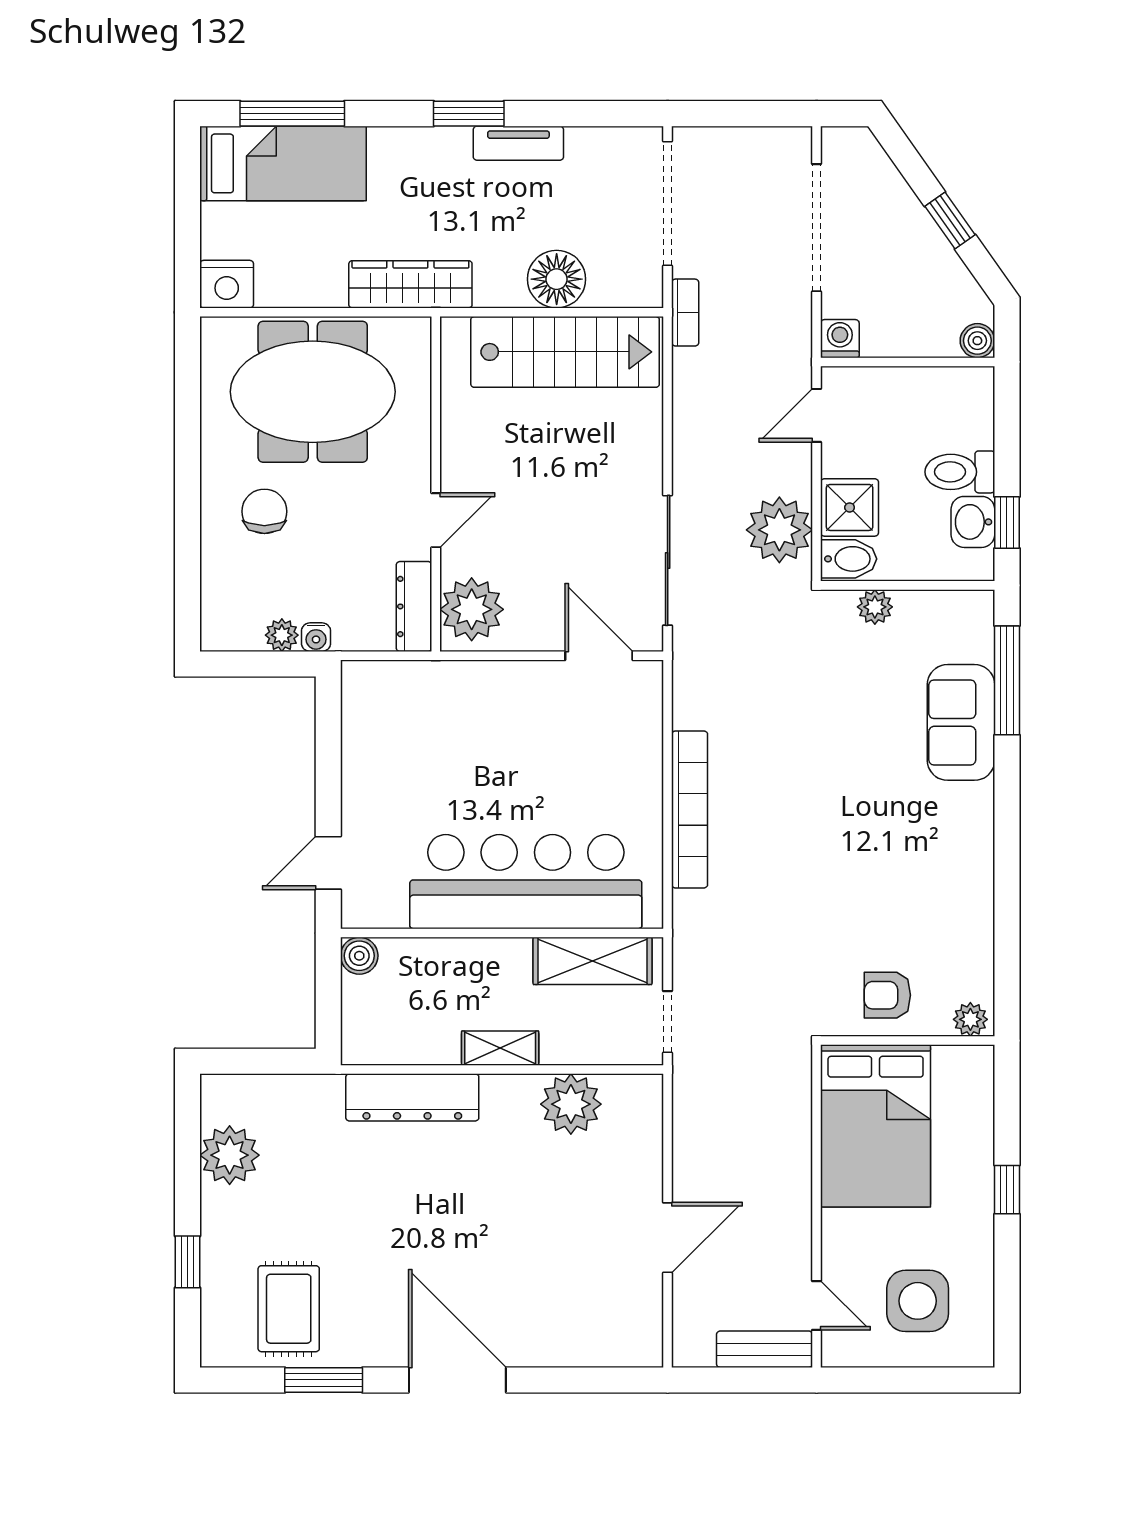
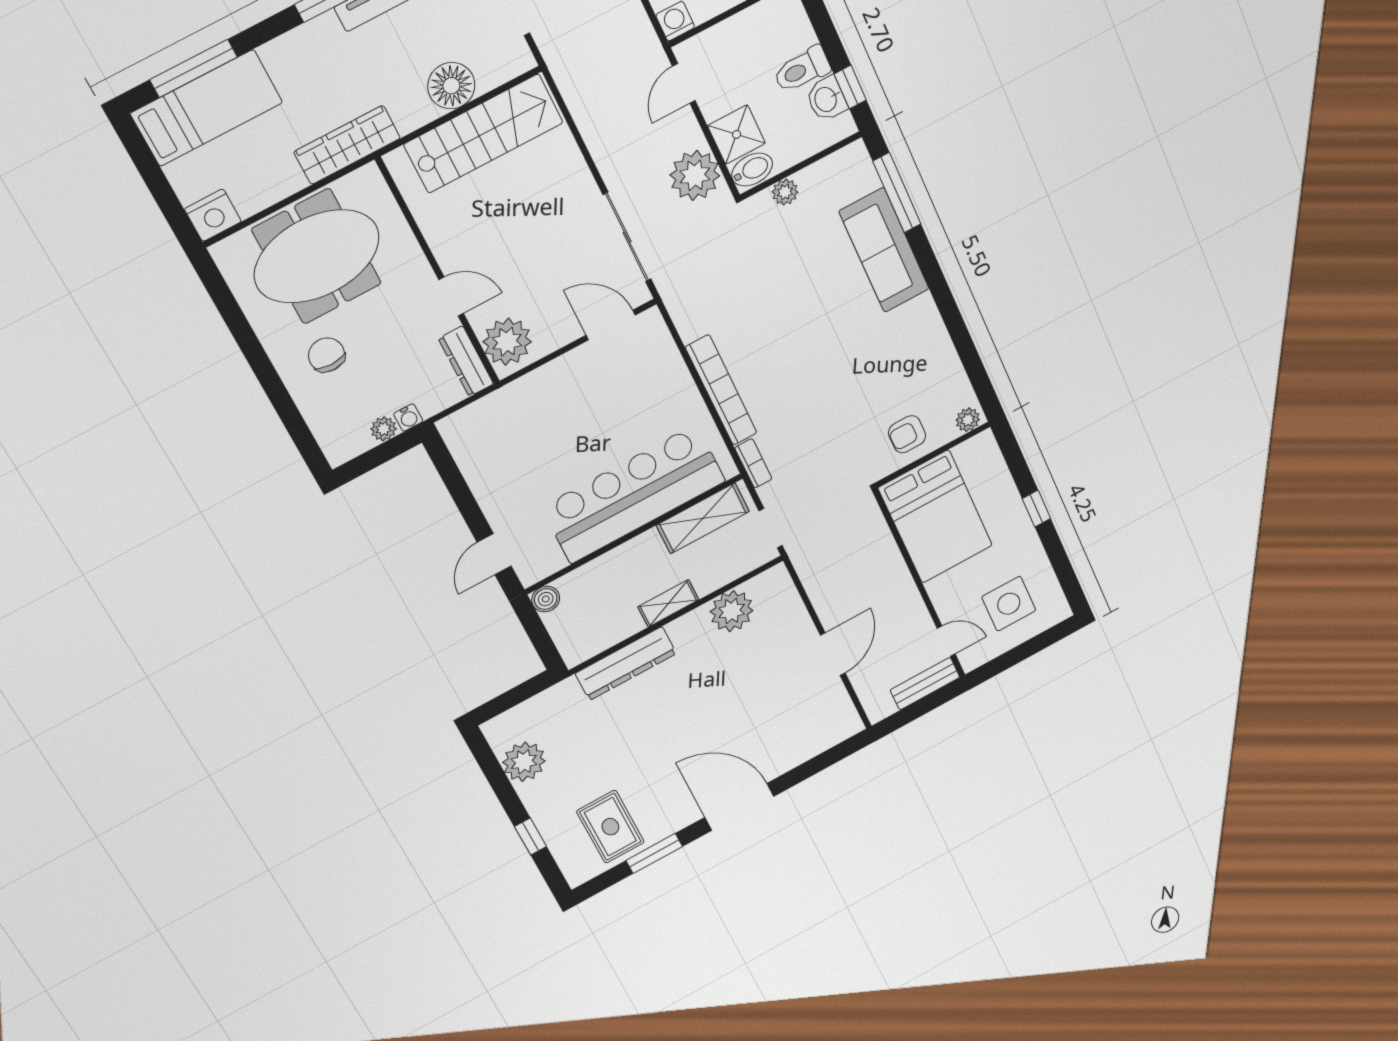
bookcase: (685, 313) -> (753, 463), moved
door: (436, 520) -> (451, 297), hinge flipped
sofa: (961, 722) -> (884, 250), width x1.36

